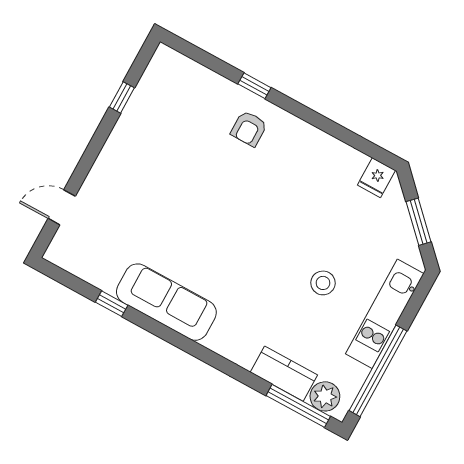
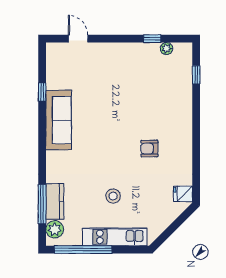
plant: (148, 85) -> (166, 49), added
window: (254, 86) -> (196, 75), moved
armchair: (249, 129) -> (149, 149), moved
window: (418, 222) -> (172, 228), removed
window: (298, 406) -> (42, 204), moved

